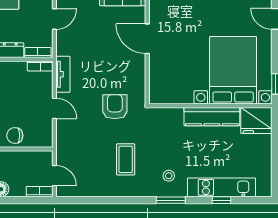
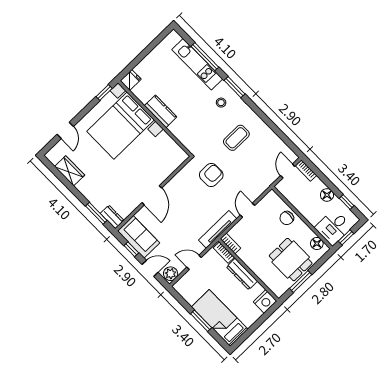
tv unit: (63, 74) -> (218, 229), width x1.41
armchair: (115, 107) -> (211, 175), turned 180
kitchen counter: (212, 117) -> (161, 111), width x0.67
fridge: (256, 120) -> (131, 80), width x0.53, depth x0.75
chair: (15, 135) -> (287, 218), turned 90
window: (222, 200) -> (205, 57), width x2.17

